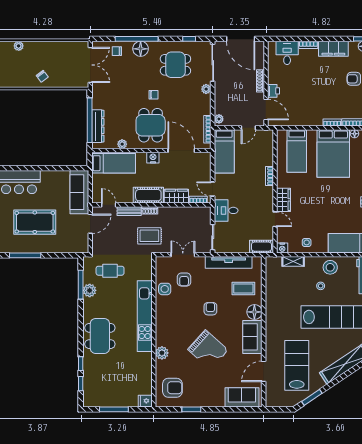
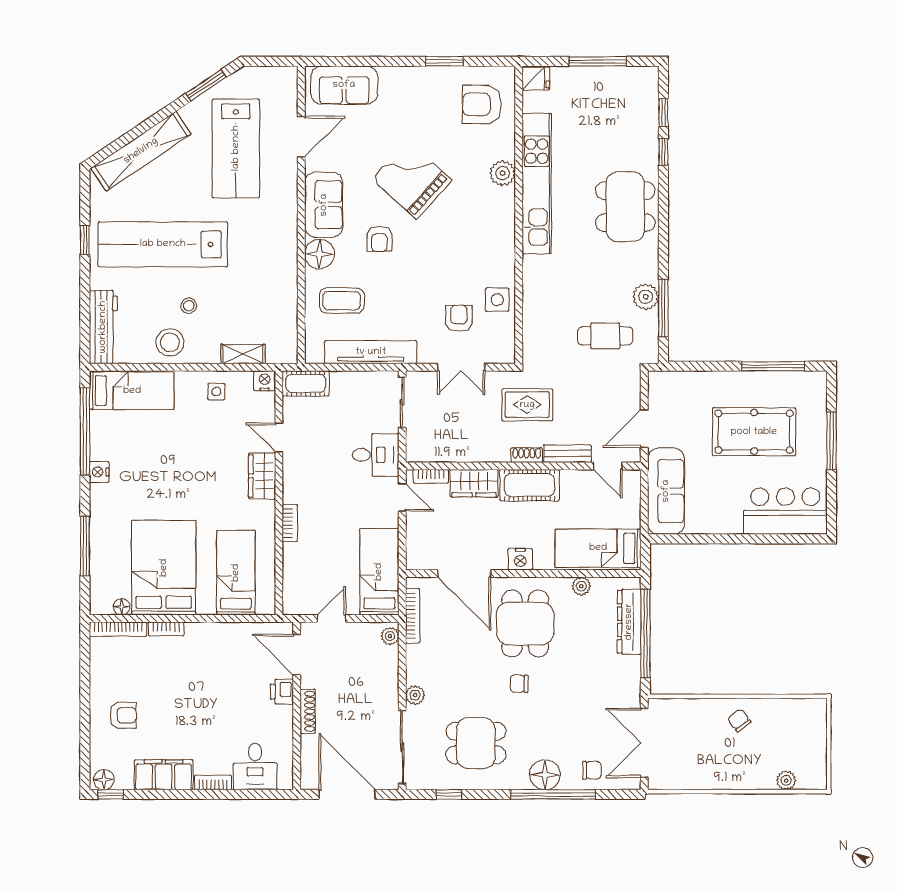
armchair: (210, 309) -> (379, 239), moved
kitchen unit: (145, 316) -> (537, 184), moved

